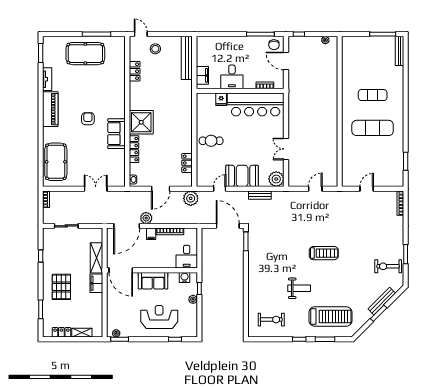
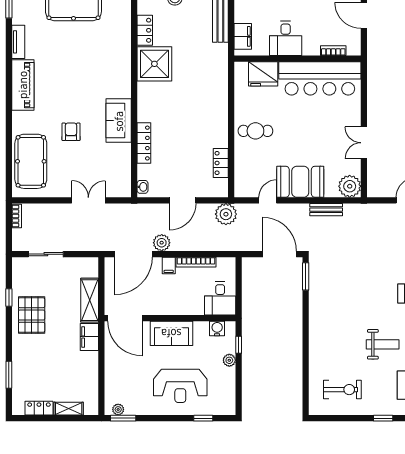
fridge: (221, 99) -> (263, 74), width x1.88, depth x1.34
armchair: (88, 119) -> (71, 132), moved
shower: (141, 122) -> (154, 64), moved
pallet: (61, 287) -> (32, 315), moved
reception desk: (159, 317) -> (180, 386), turned 180

